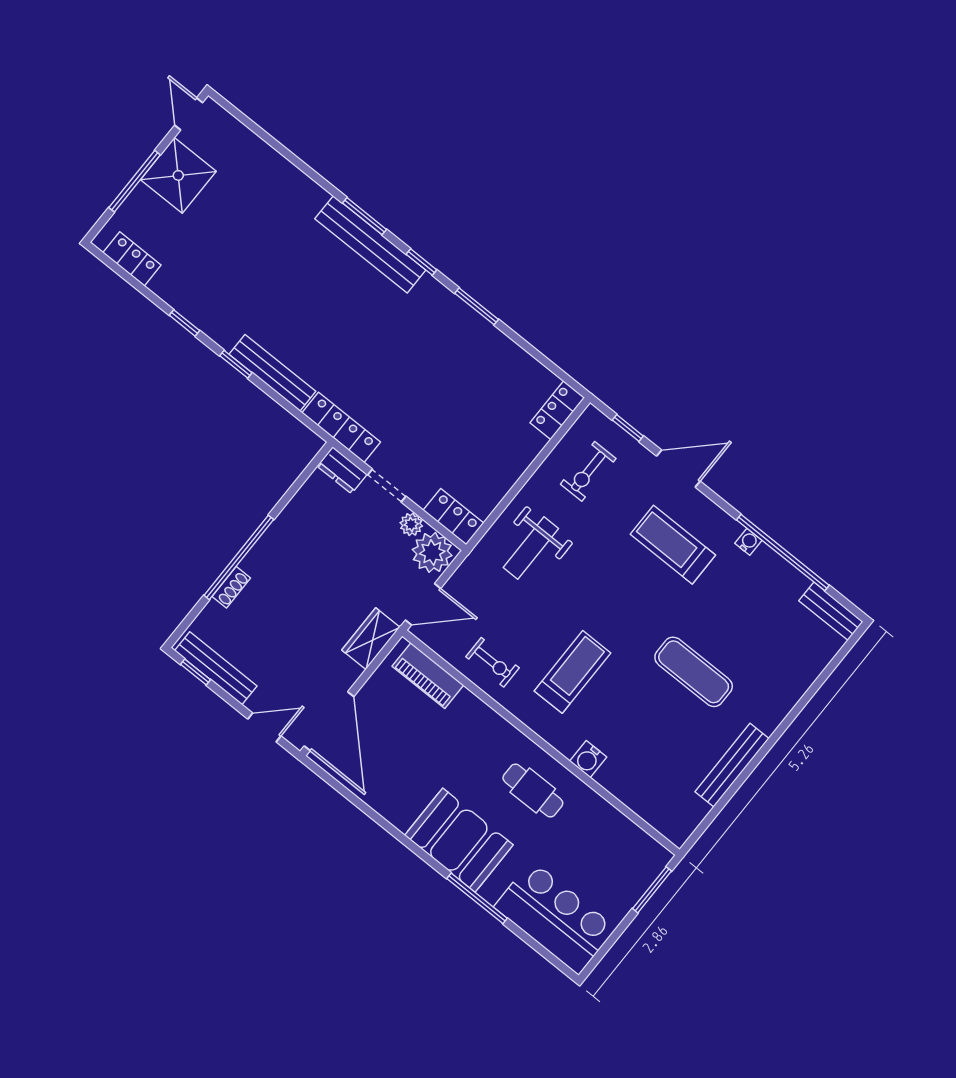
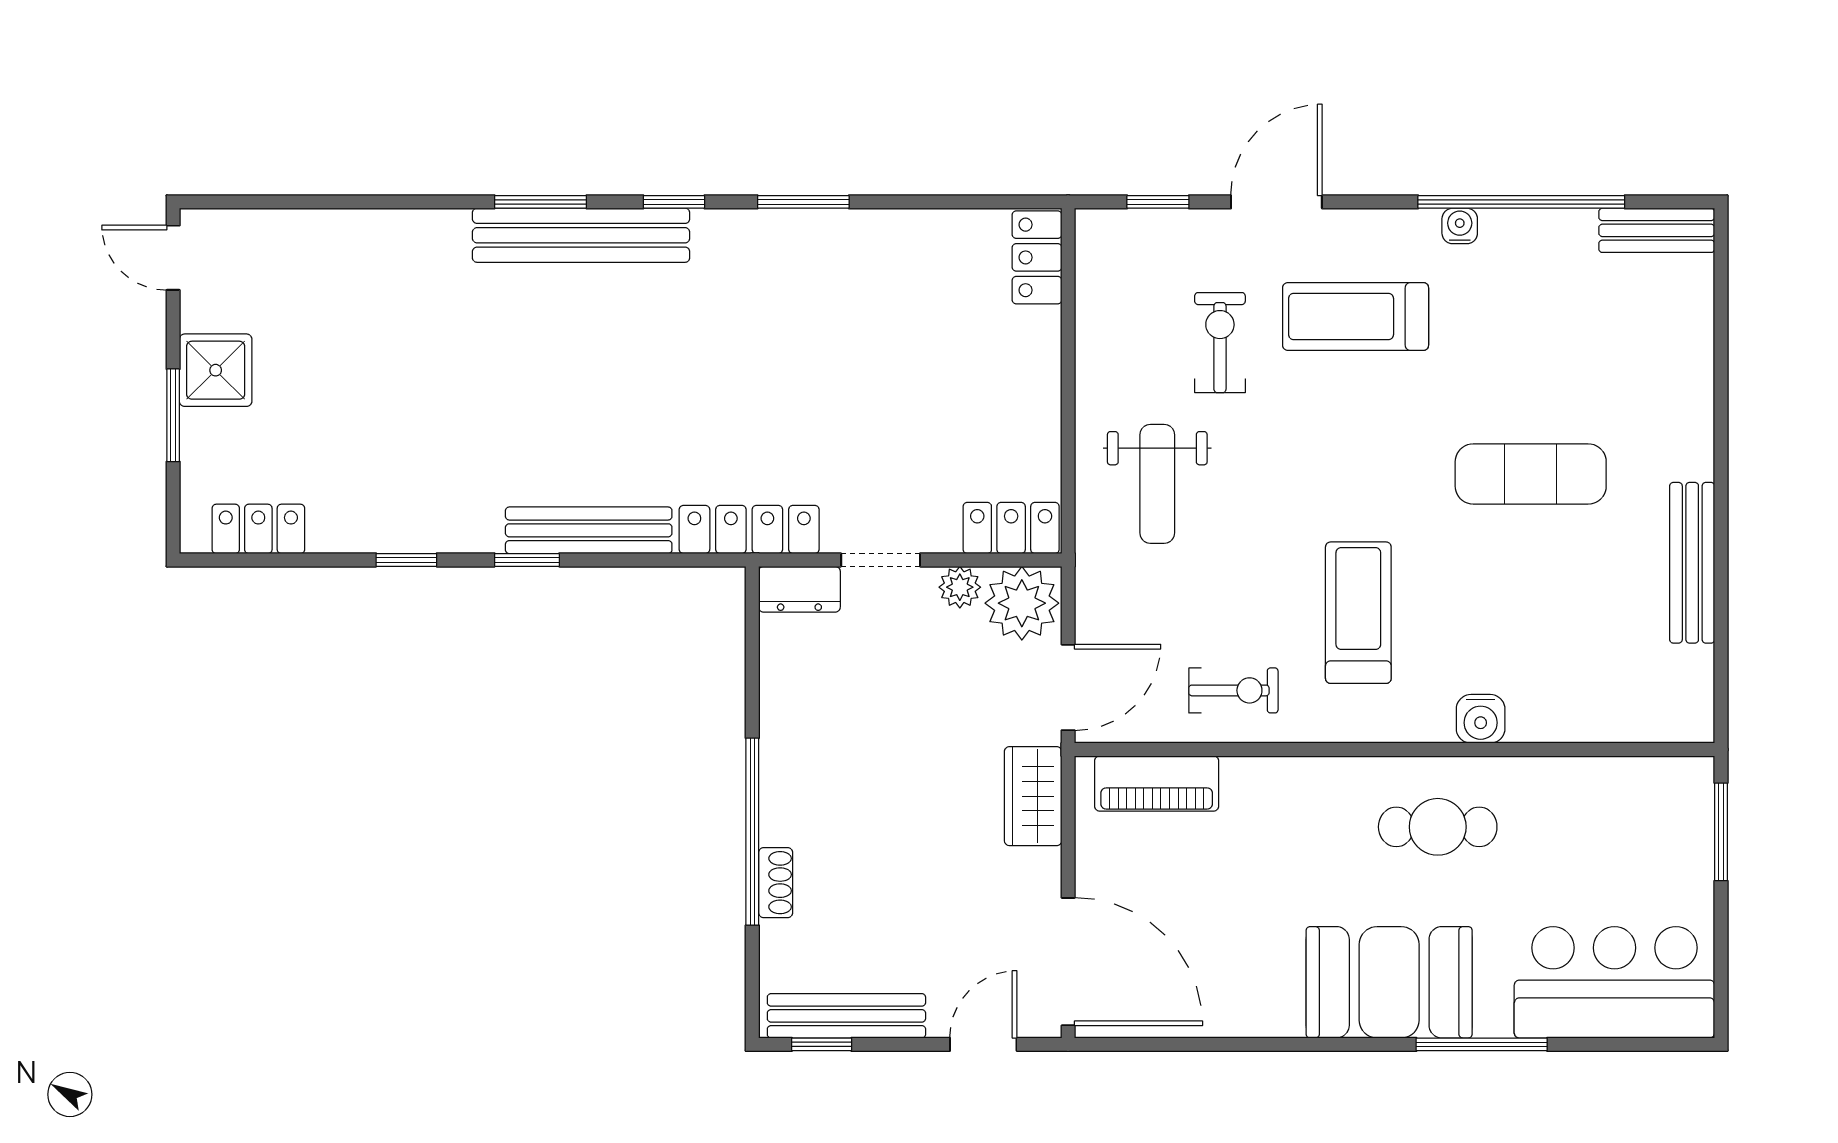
shower: (178, 175) -> (216, 370), width x0.73, depth x0.73
window: (135, 181) -> (173, 415), width x0.69
exercise bike: (588, 471) -> (1220, 343), moved, turned 180

